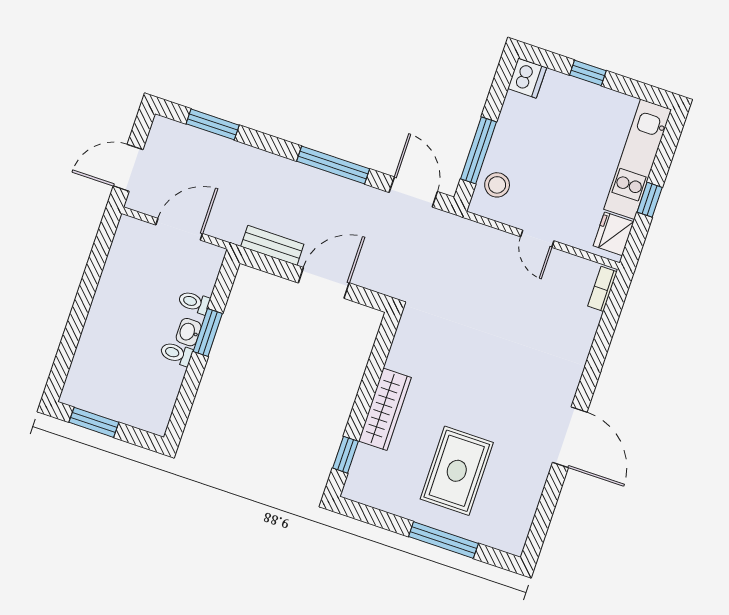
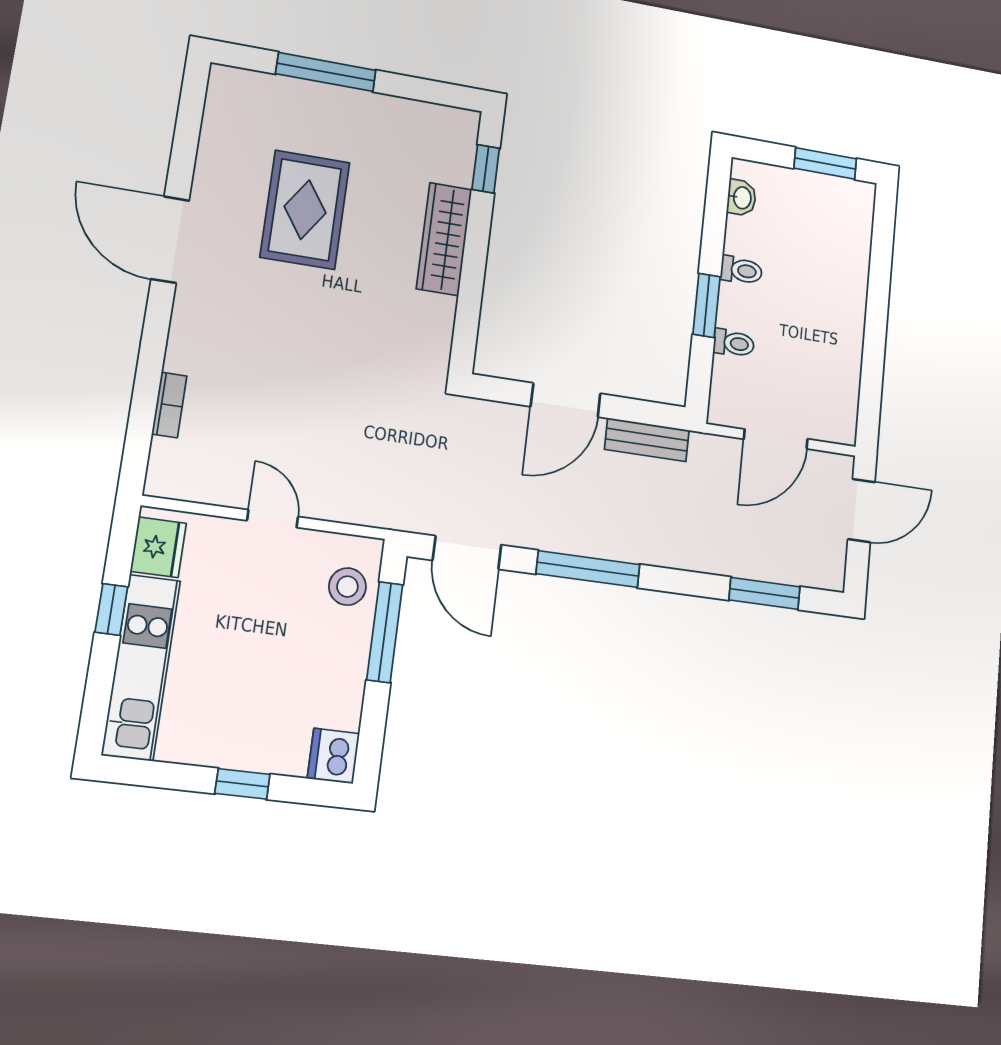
bookcase: (602, 289) -> (169, 405), moved
washbasin: (189, 332) -> (742, 198), moved
rug: (457, 471) -> (305, 210), moved

